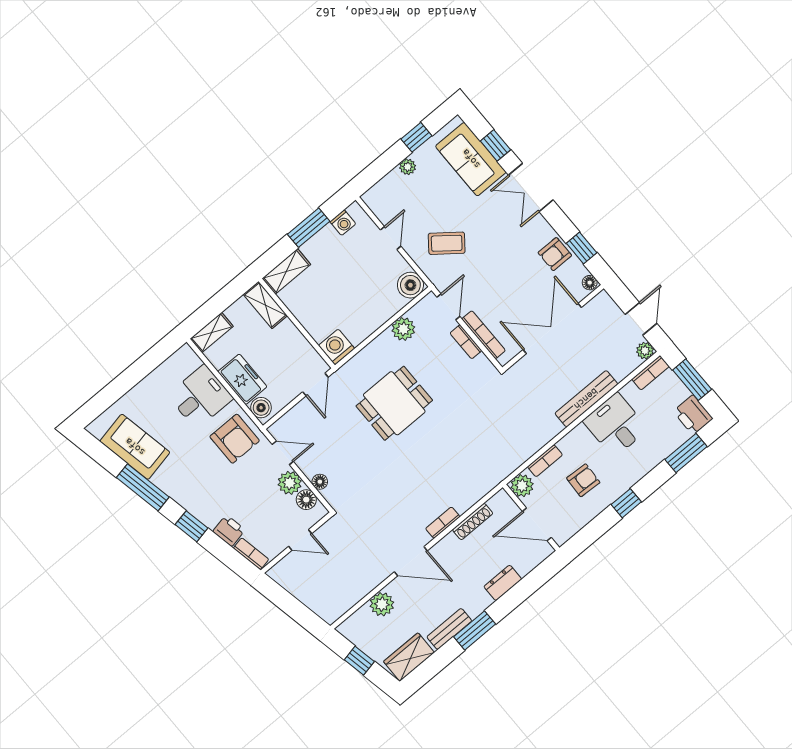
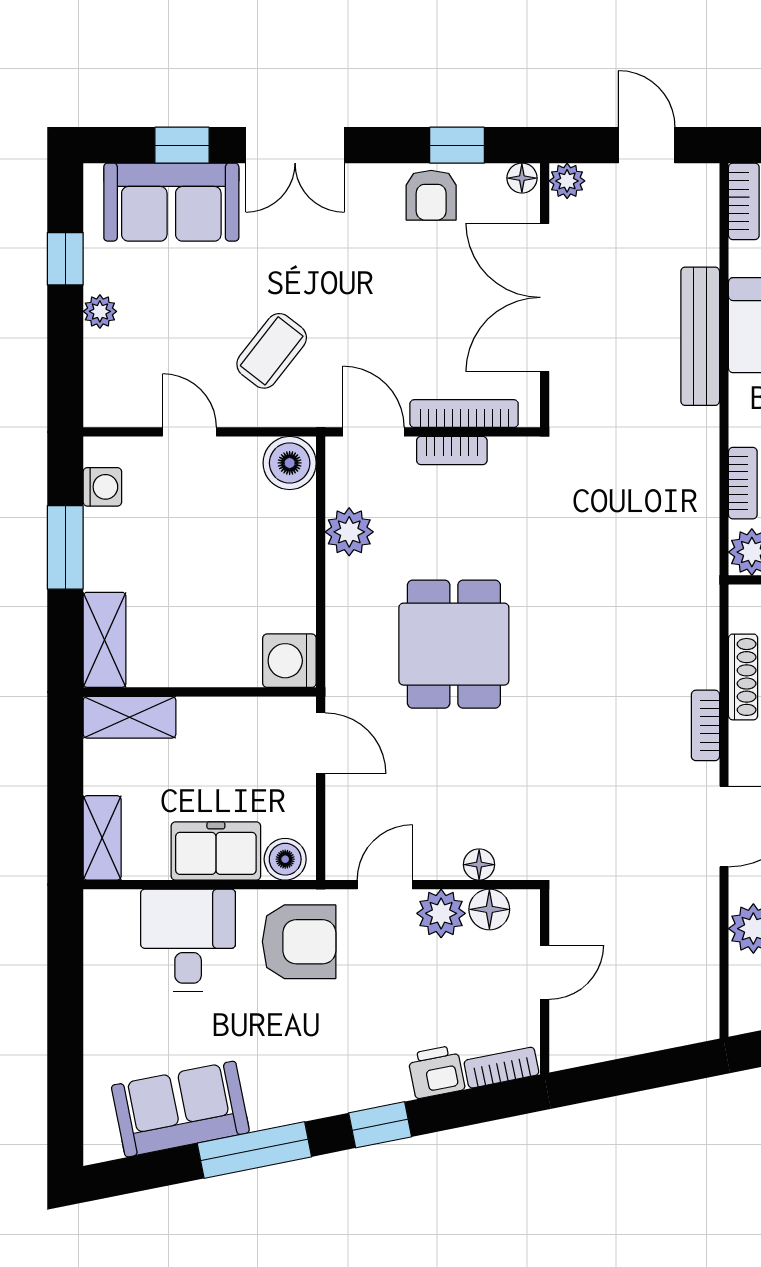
plant: (645, 351) -> (567, 181), moved

